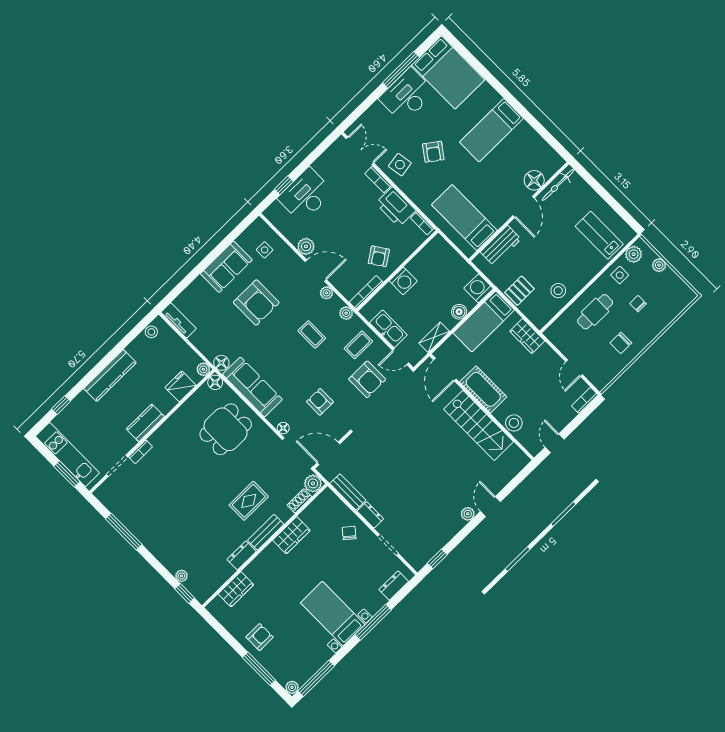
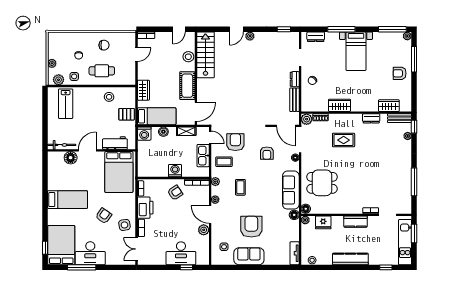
window: (464, 52) -> (45, 248), added
bed: (464, 218) -> (119, 172), width x1.50
stairs: (479, 425) -> (205, 55), moved
bench: (266, 532) -> (400, 118), moved

